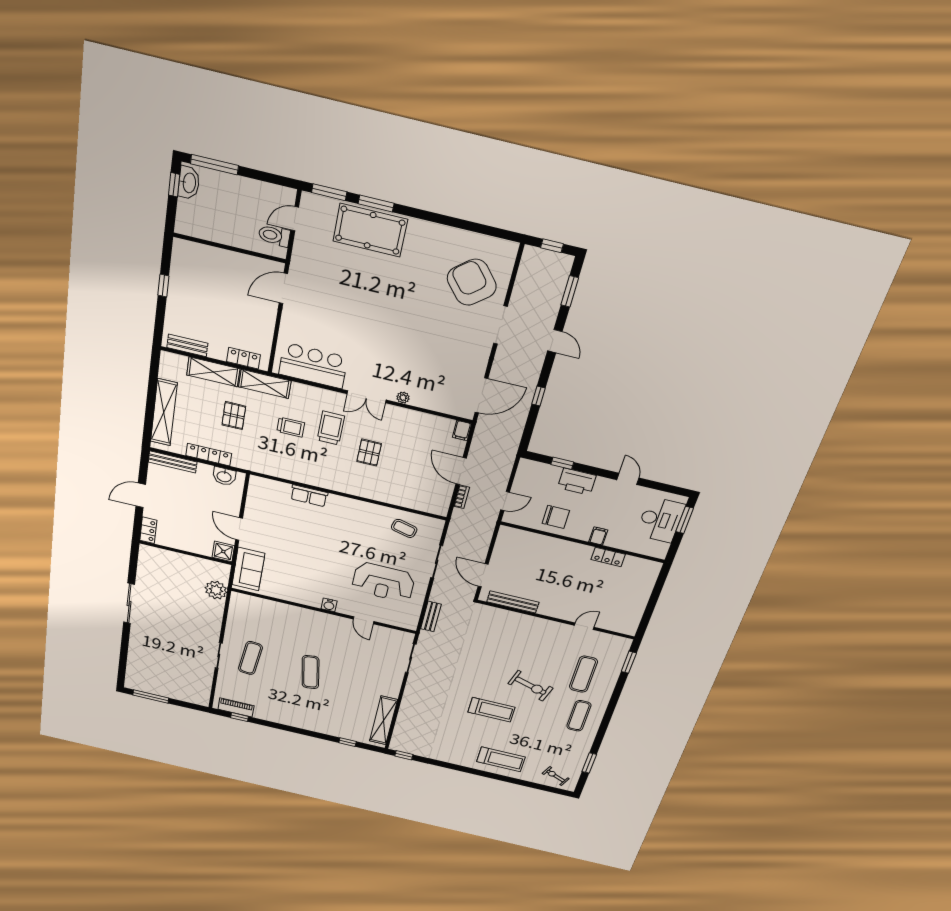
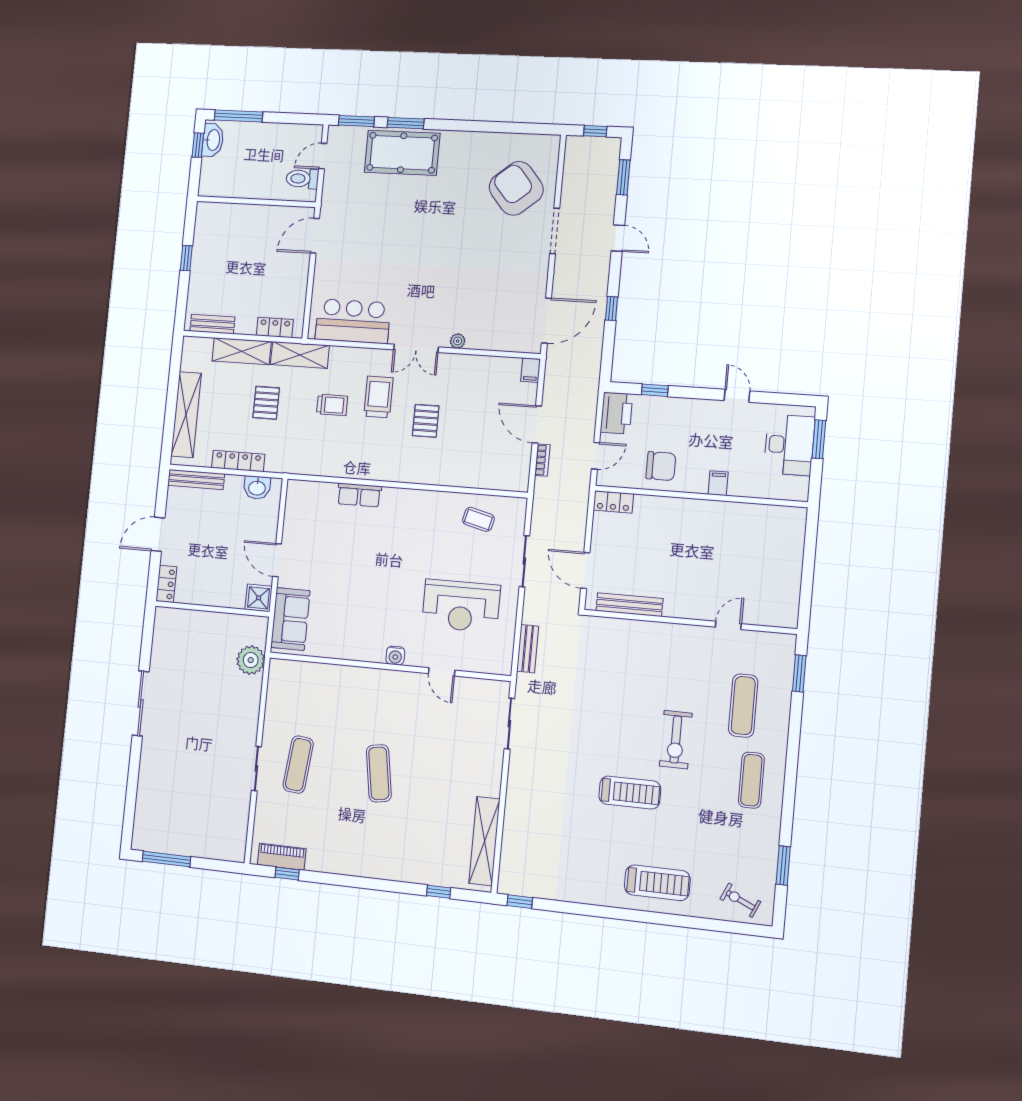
printer: (577, 482) -> (616, 413), moved, turned -90
locker: (608, 557) -> (613, 502), moved
exercise bike: (530, 686) -> (676, 740), turned 73

